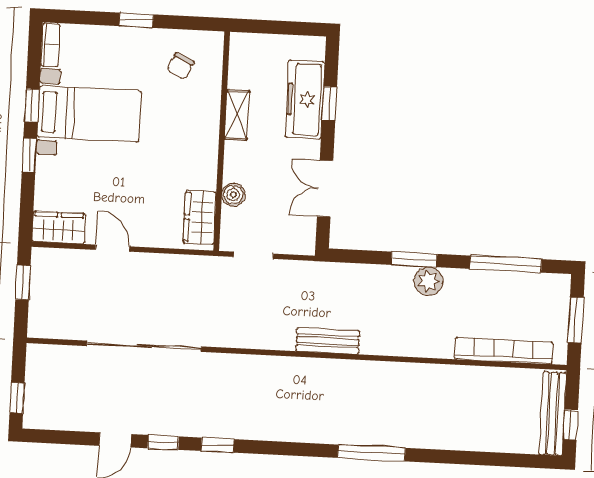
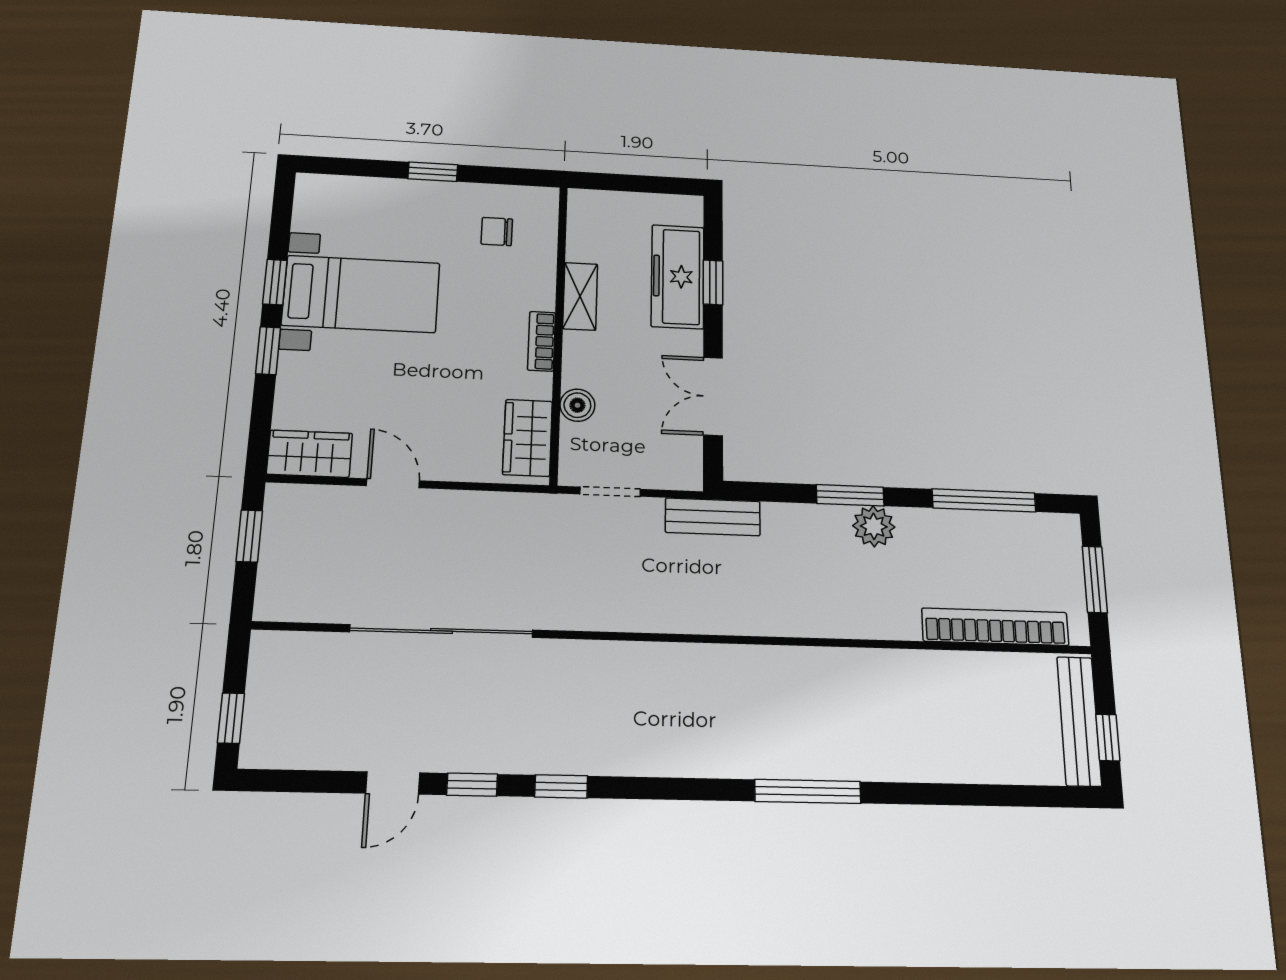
bookcase: (50, 45) -> (541, 341), moved, turned 180
chair: (180, 66) -> (497, 232), turned 65
bench: (328, 341) -> (713, 517), moved

